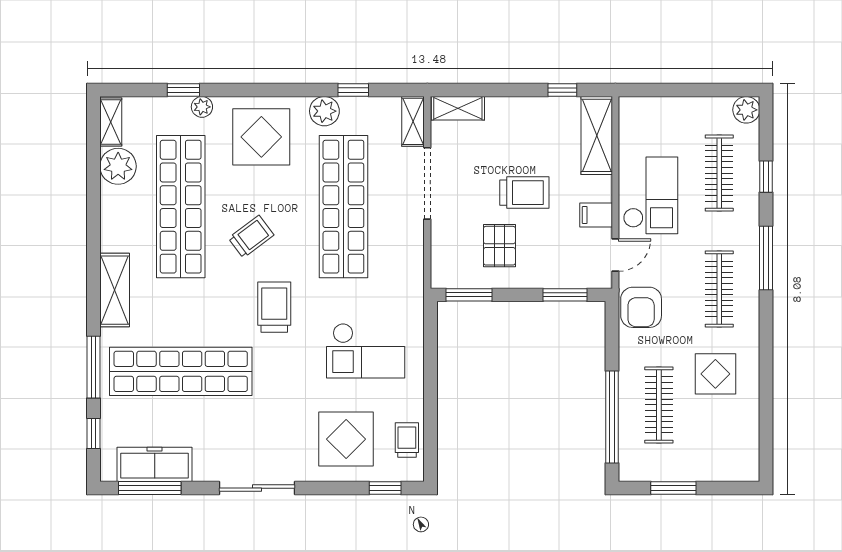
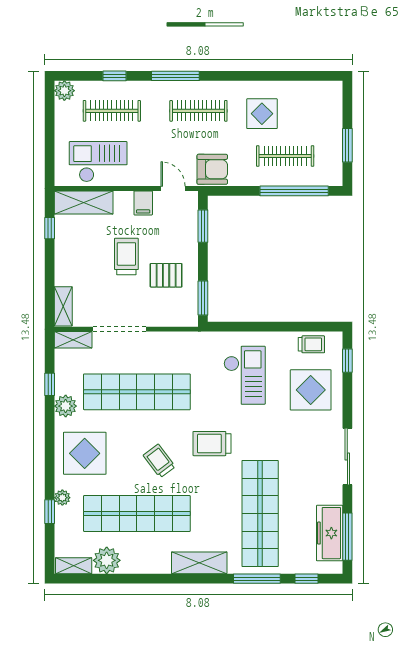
checkout: (651, 195) -> (98, 162), moved
trolley: (407, 440) -> (311, 344), turned 180

